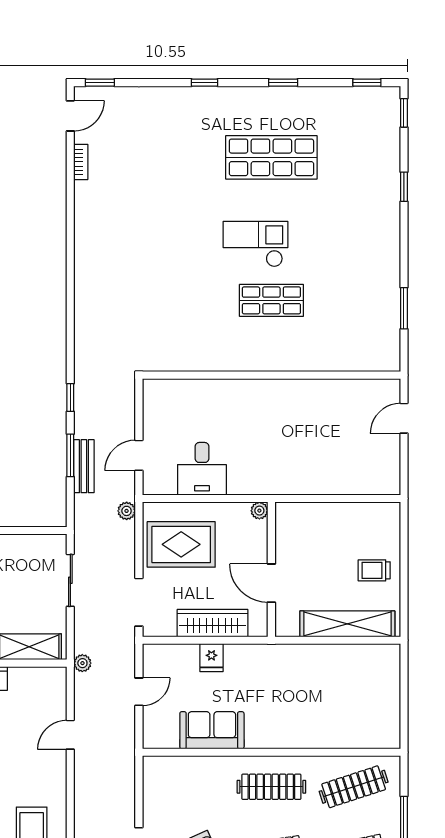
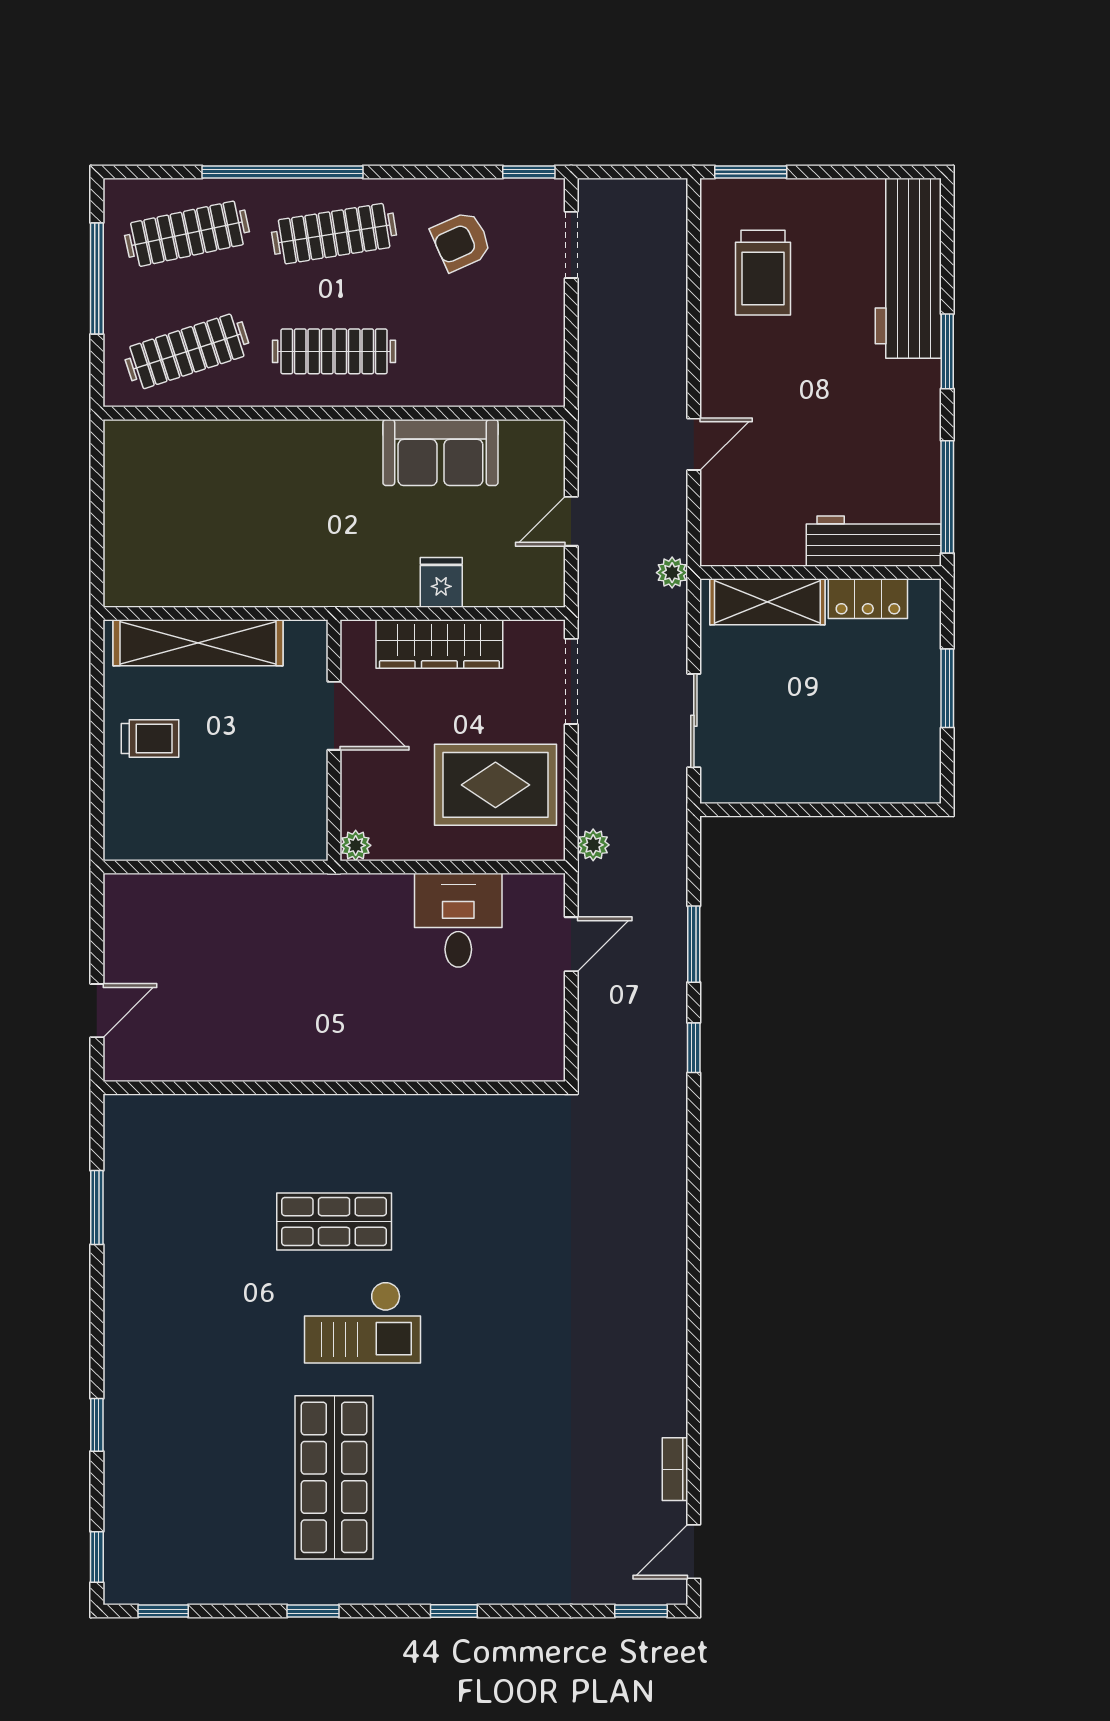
shop shelf: (271, 157) -> (334, 1477), turned 90
bench: (84, 466) -> (670, 925), removed

